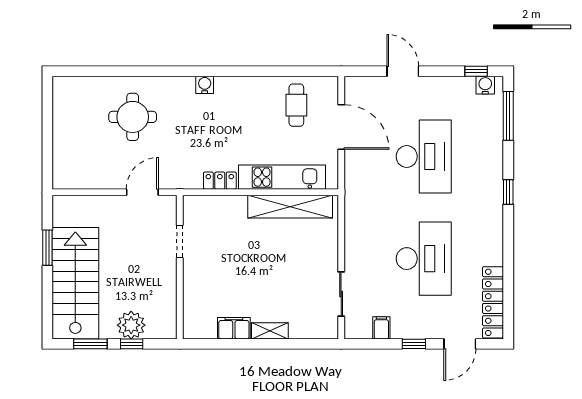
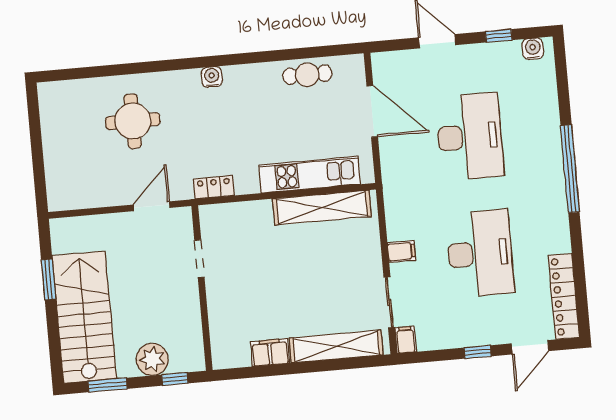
window: (476, 71) -> (499, 36), moved
cafe table: (296, 105) -> (307, 75), moved, turned 90
window: (508, 116) -> (562, 82), removed
locker: (220, 181) -> (214, 187), moved
window: (508, 192) -> (570, 169), width x3.17
filing cabinet: (356, 251) -> (401, 251), added
filing cabinet: (381, 328) -> (406, 340), moved
shelving: (270, 331) -> (336, 346), width x2.20, depth x1.33
window: (132, 344) -> (175, 379), moved

